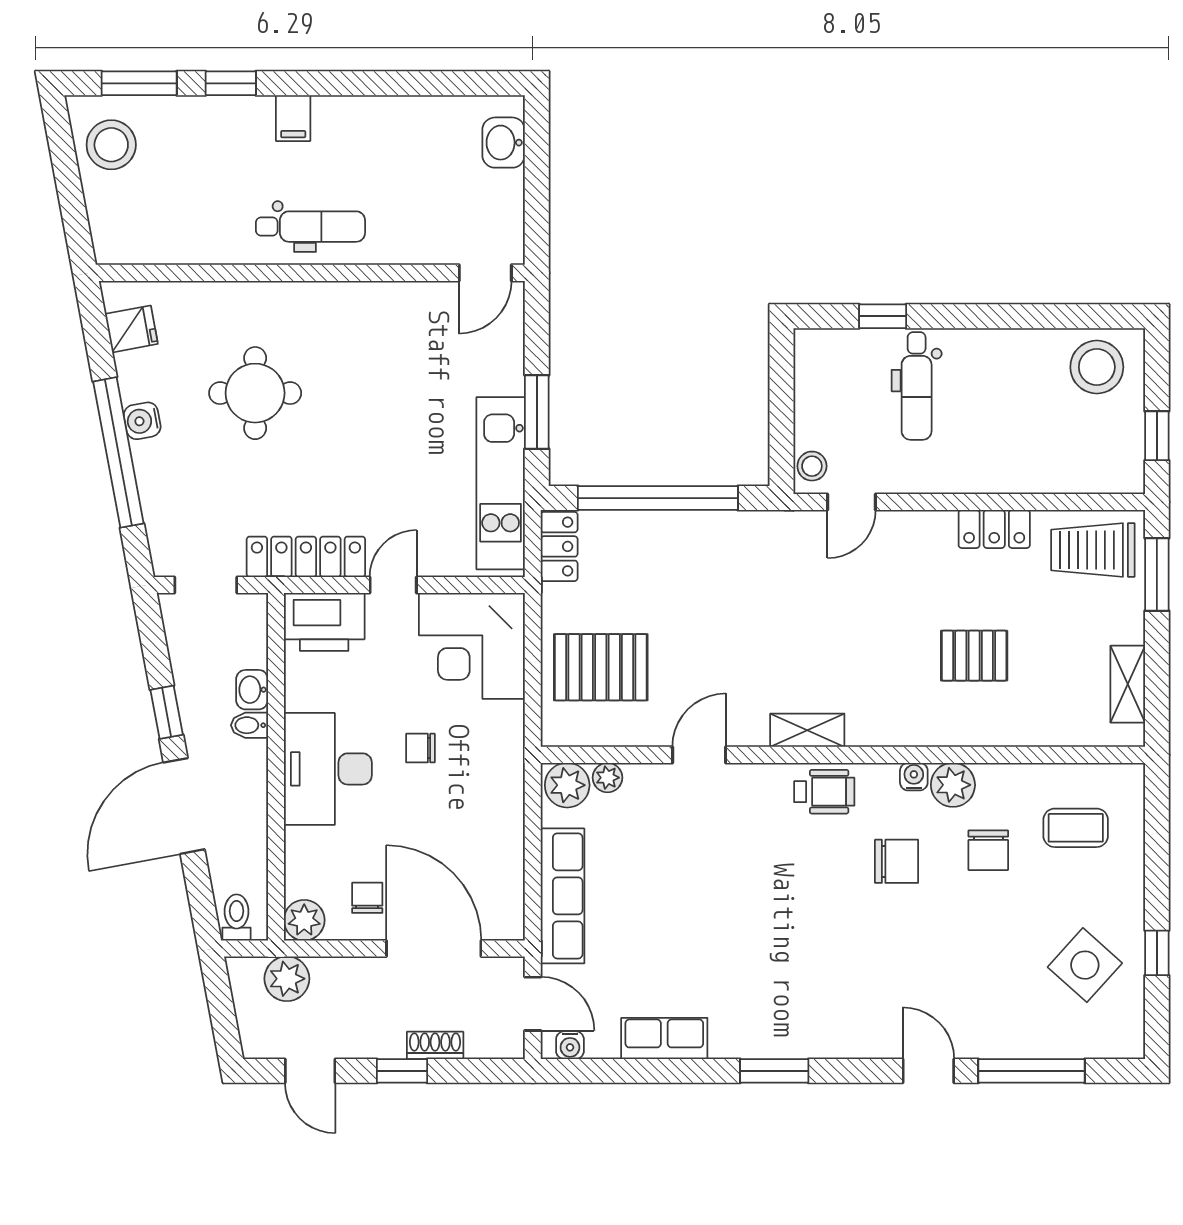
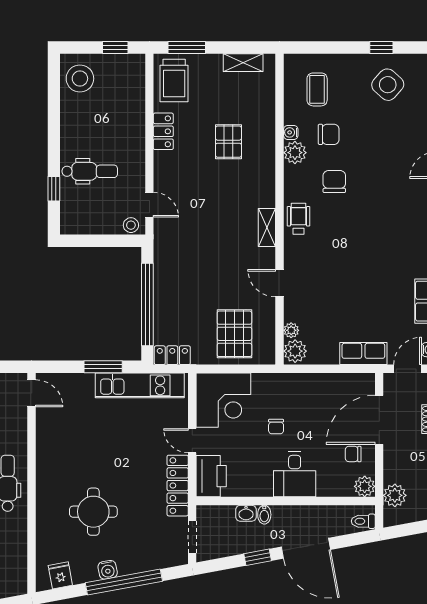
desk: (328, 769) -> (295, 474), width x0.73
water cooler: (914, 777) -> (291, 132), moved
row of seats: (562, 896) -> (363, 354), width x0.68

